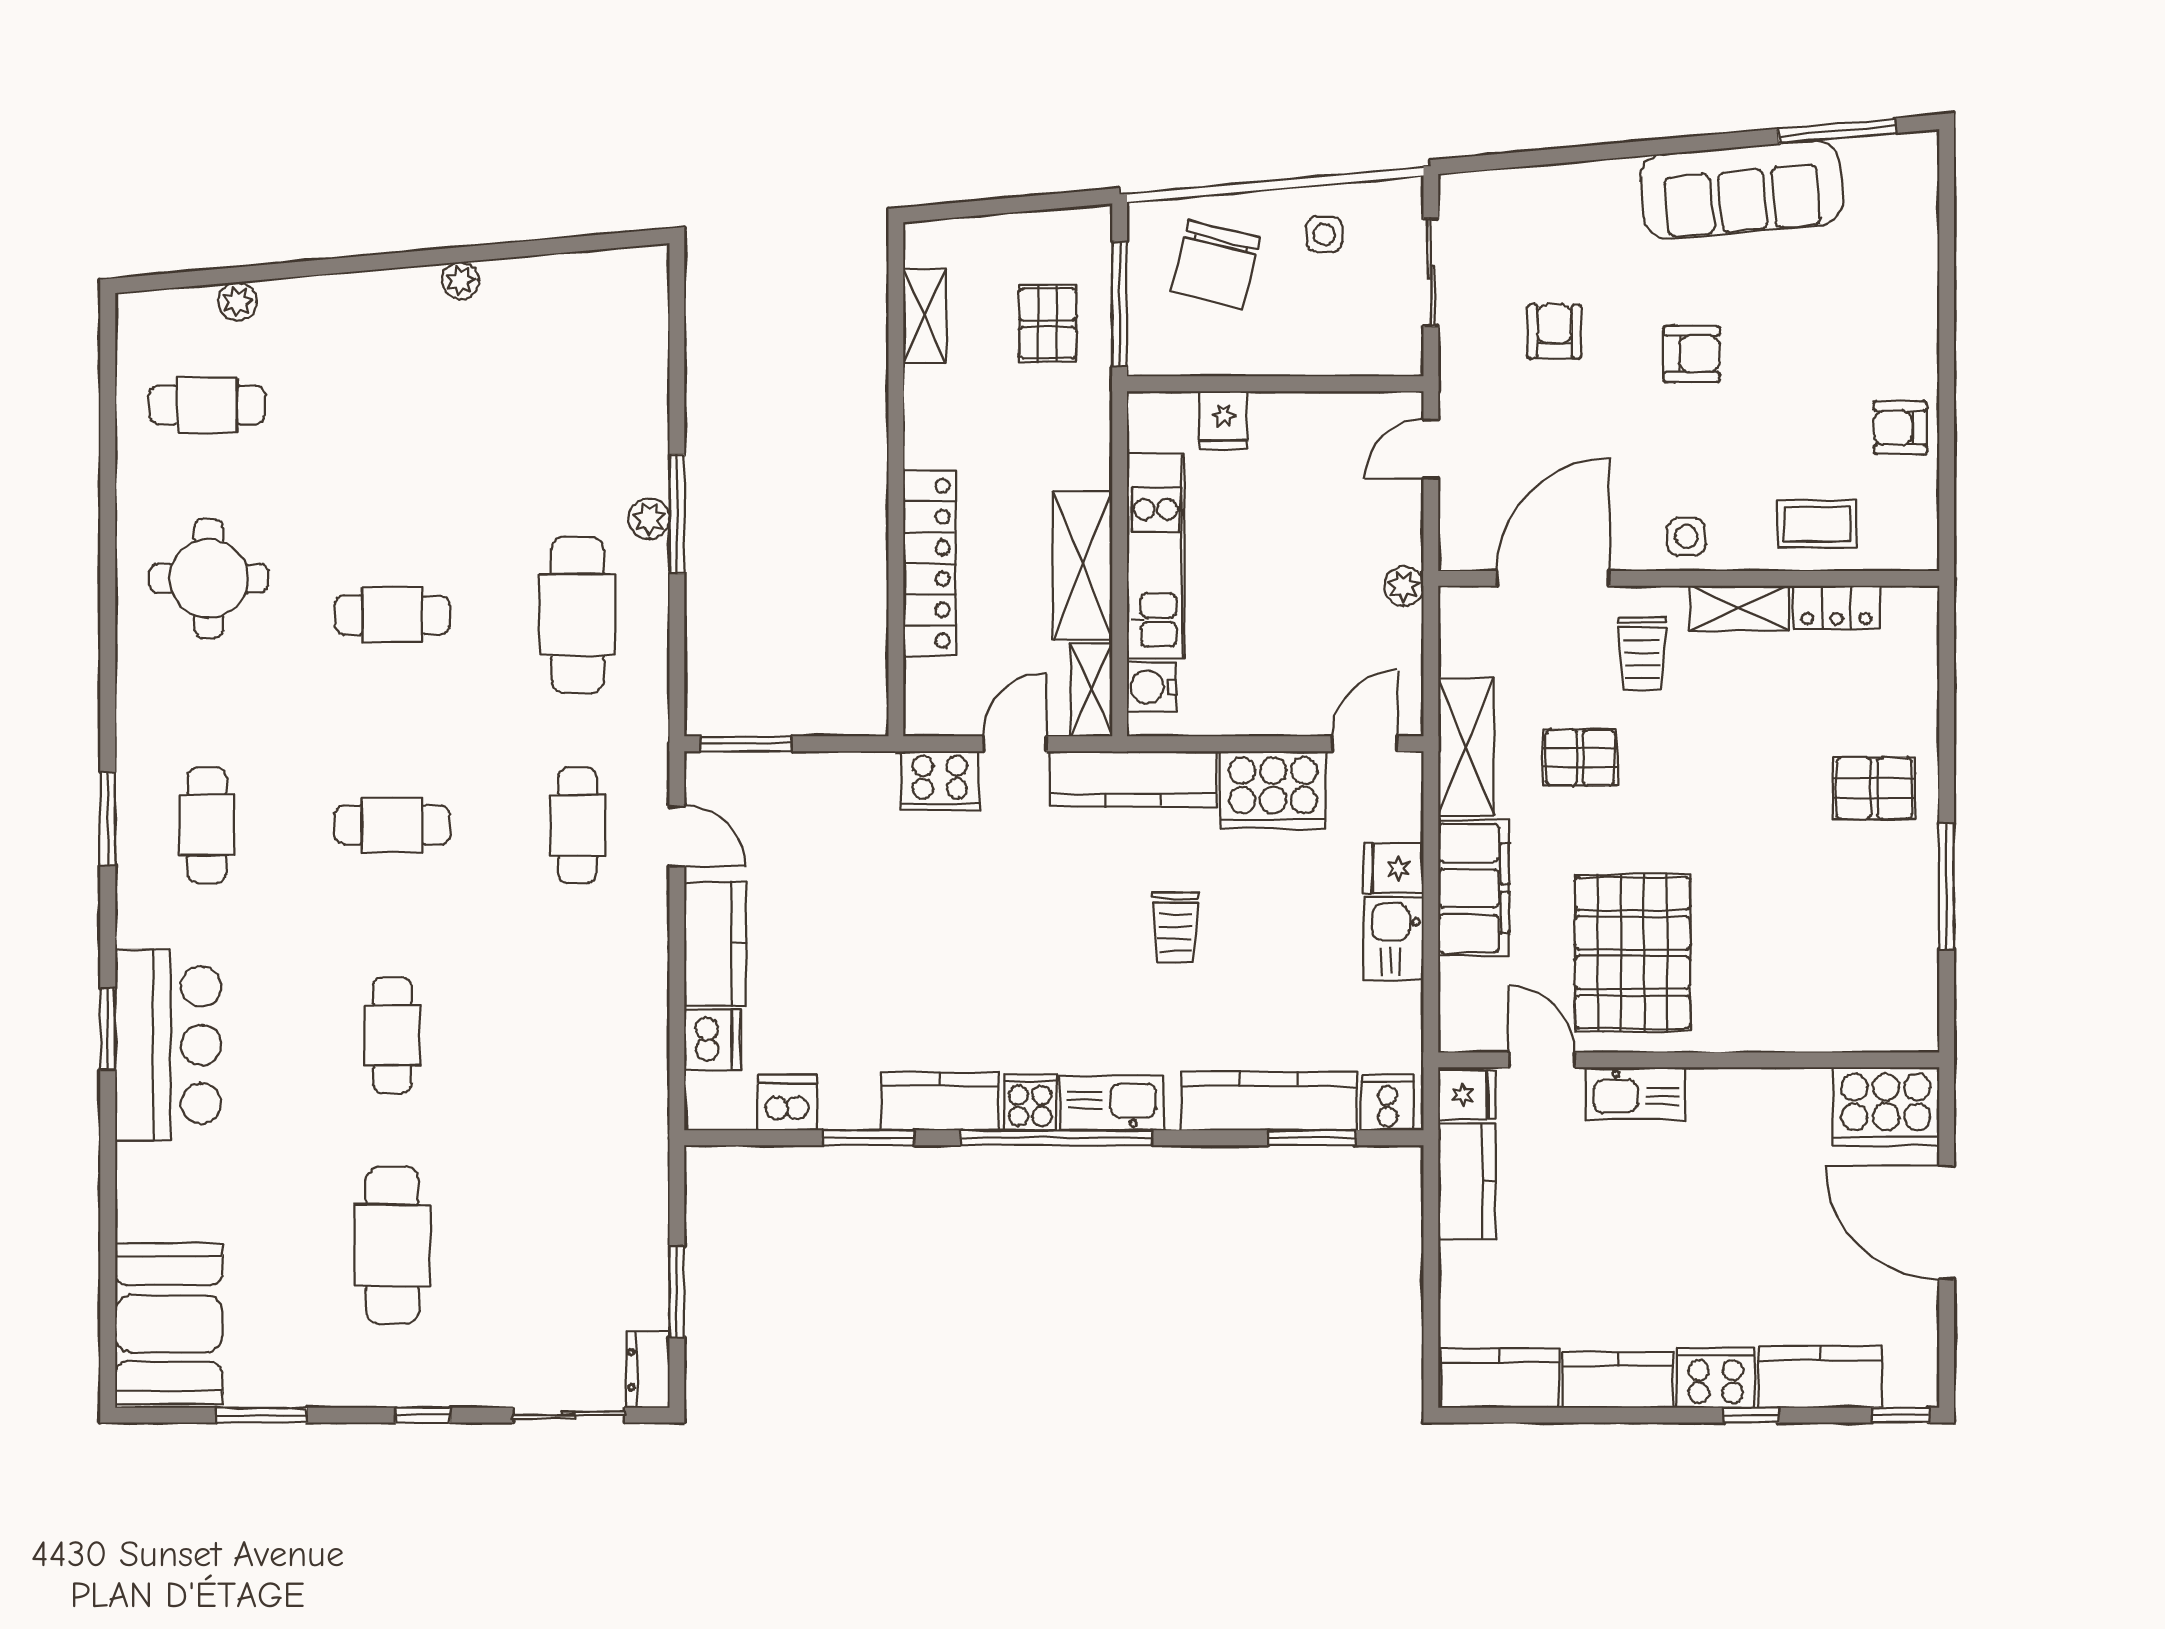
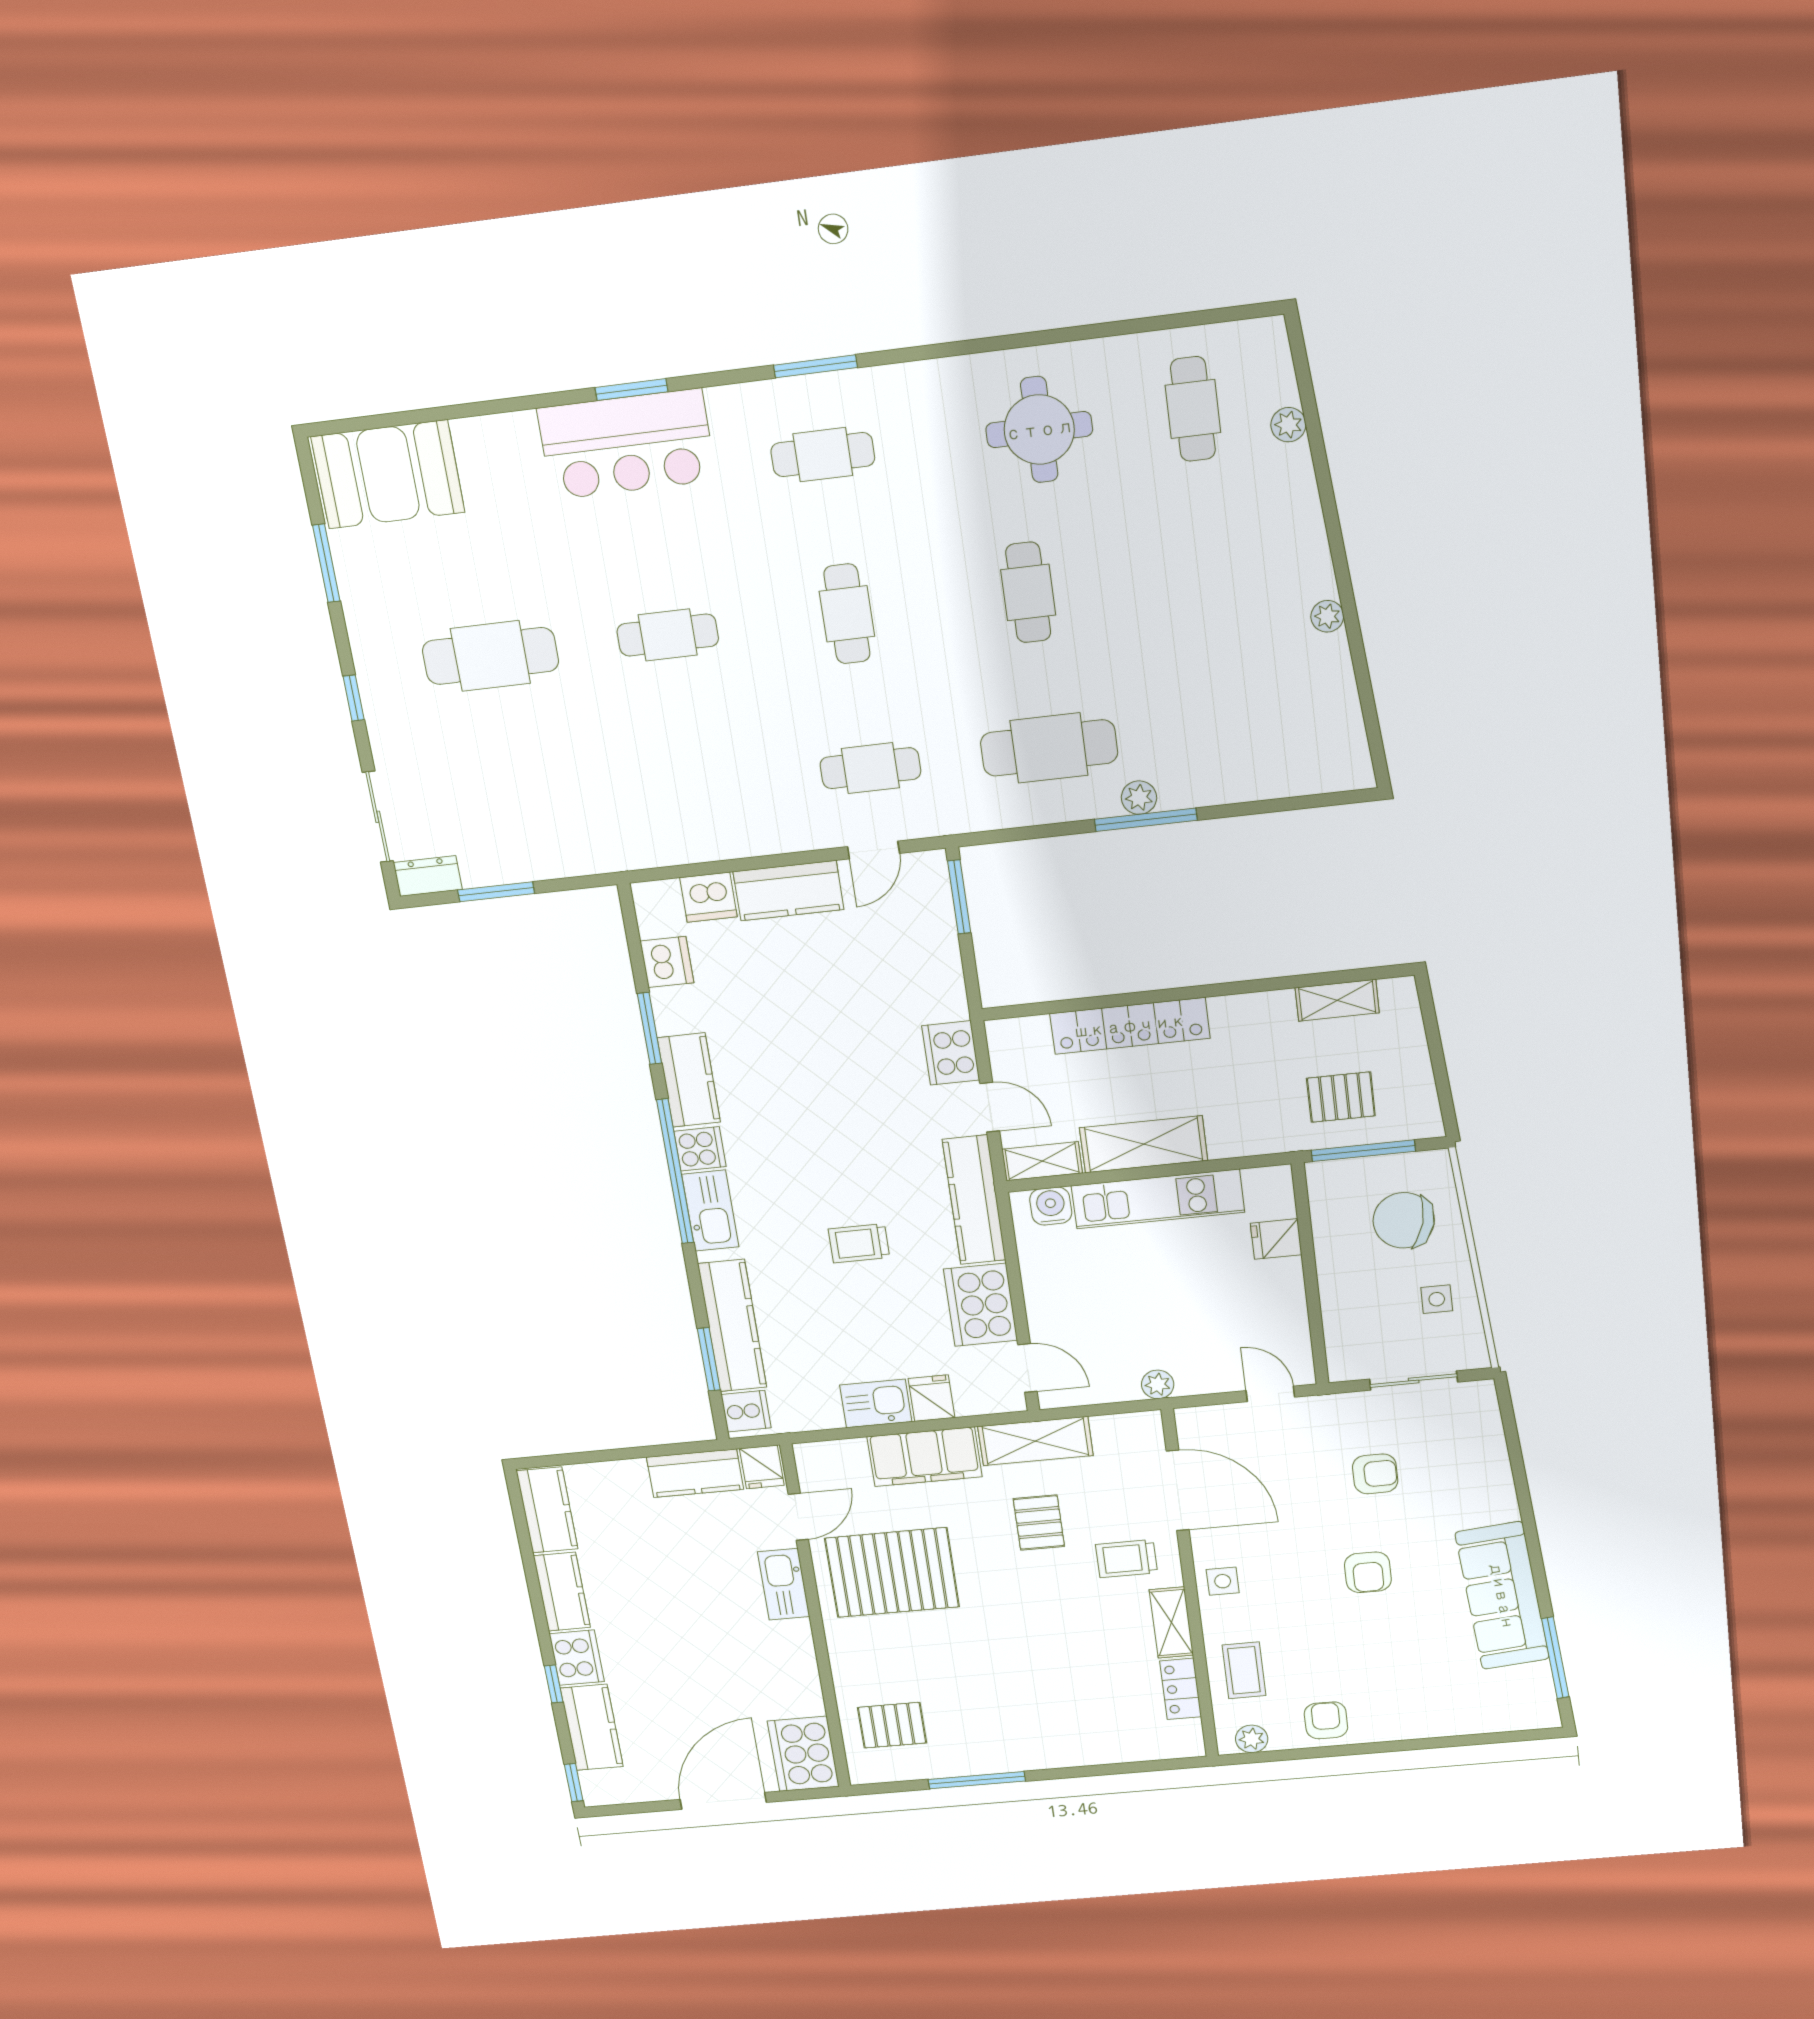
plant: (1919, 525) -> (1252, 1739), added
pallet: (1874, 788) -> (892, 1725), moved, turned 90

